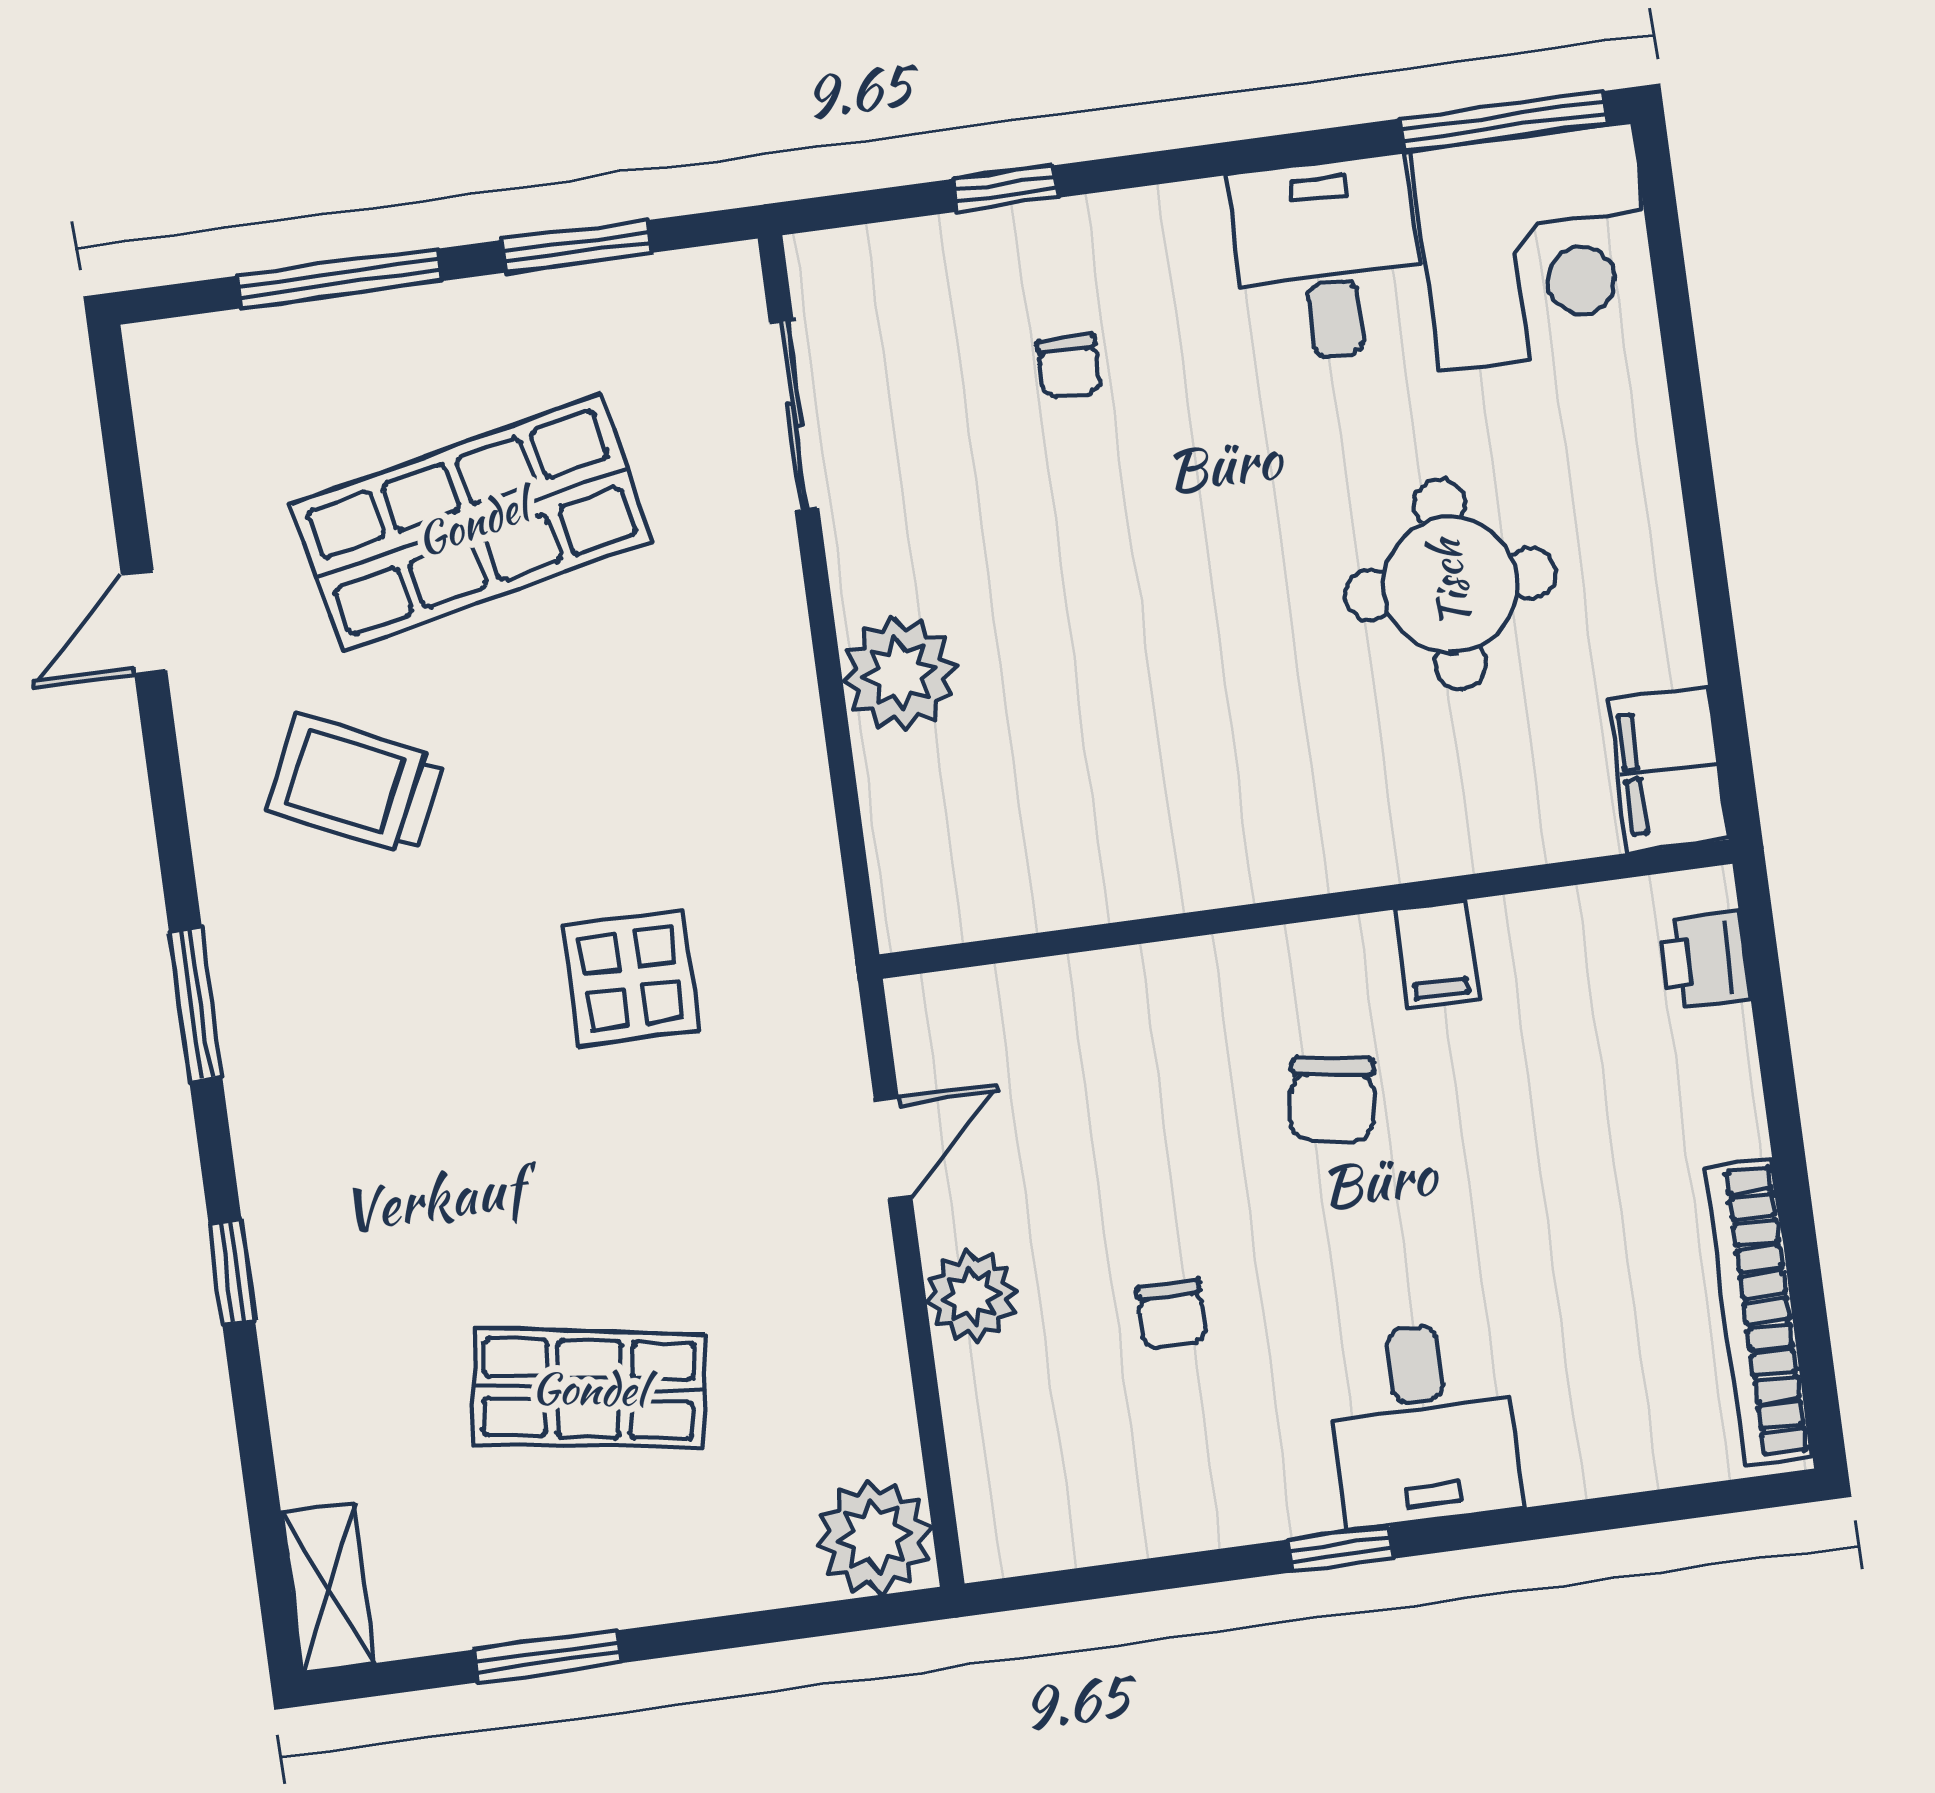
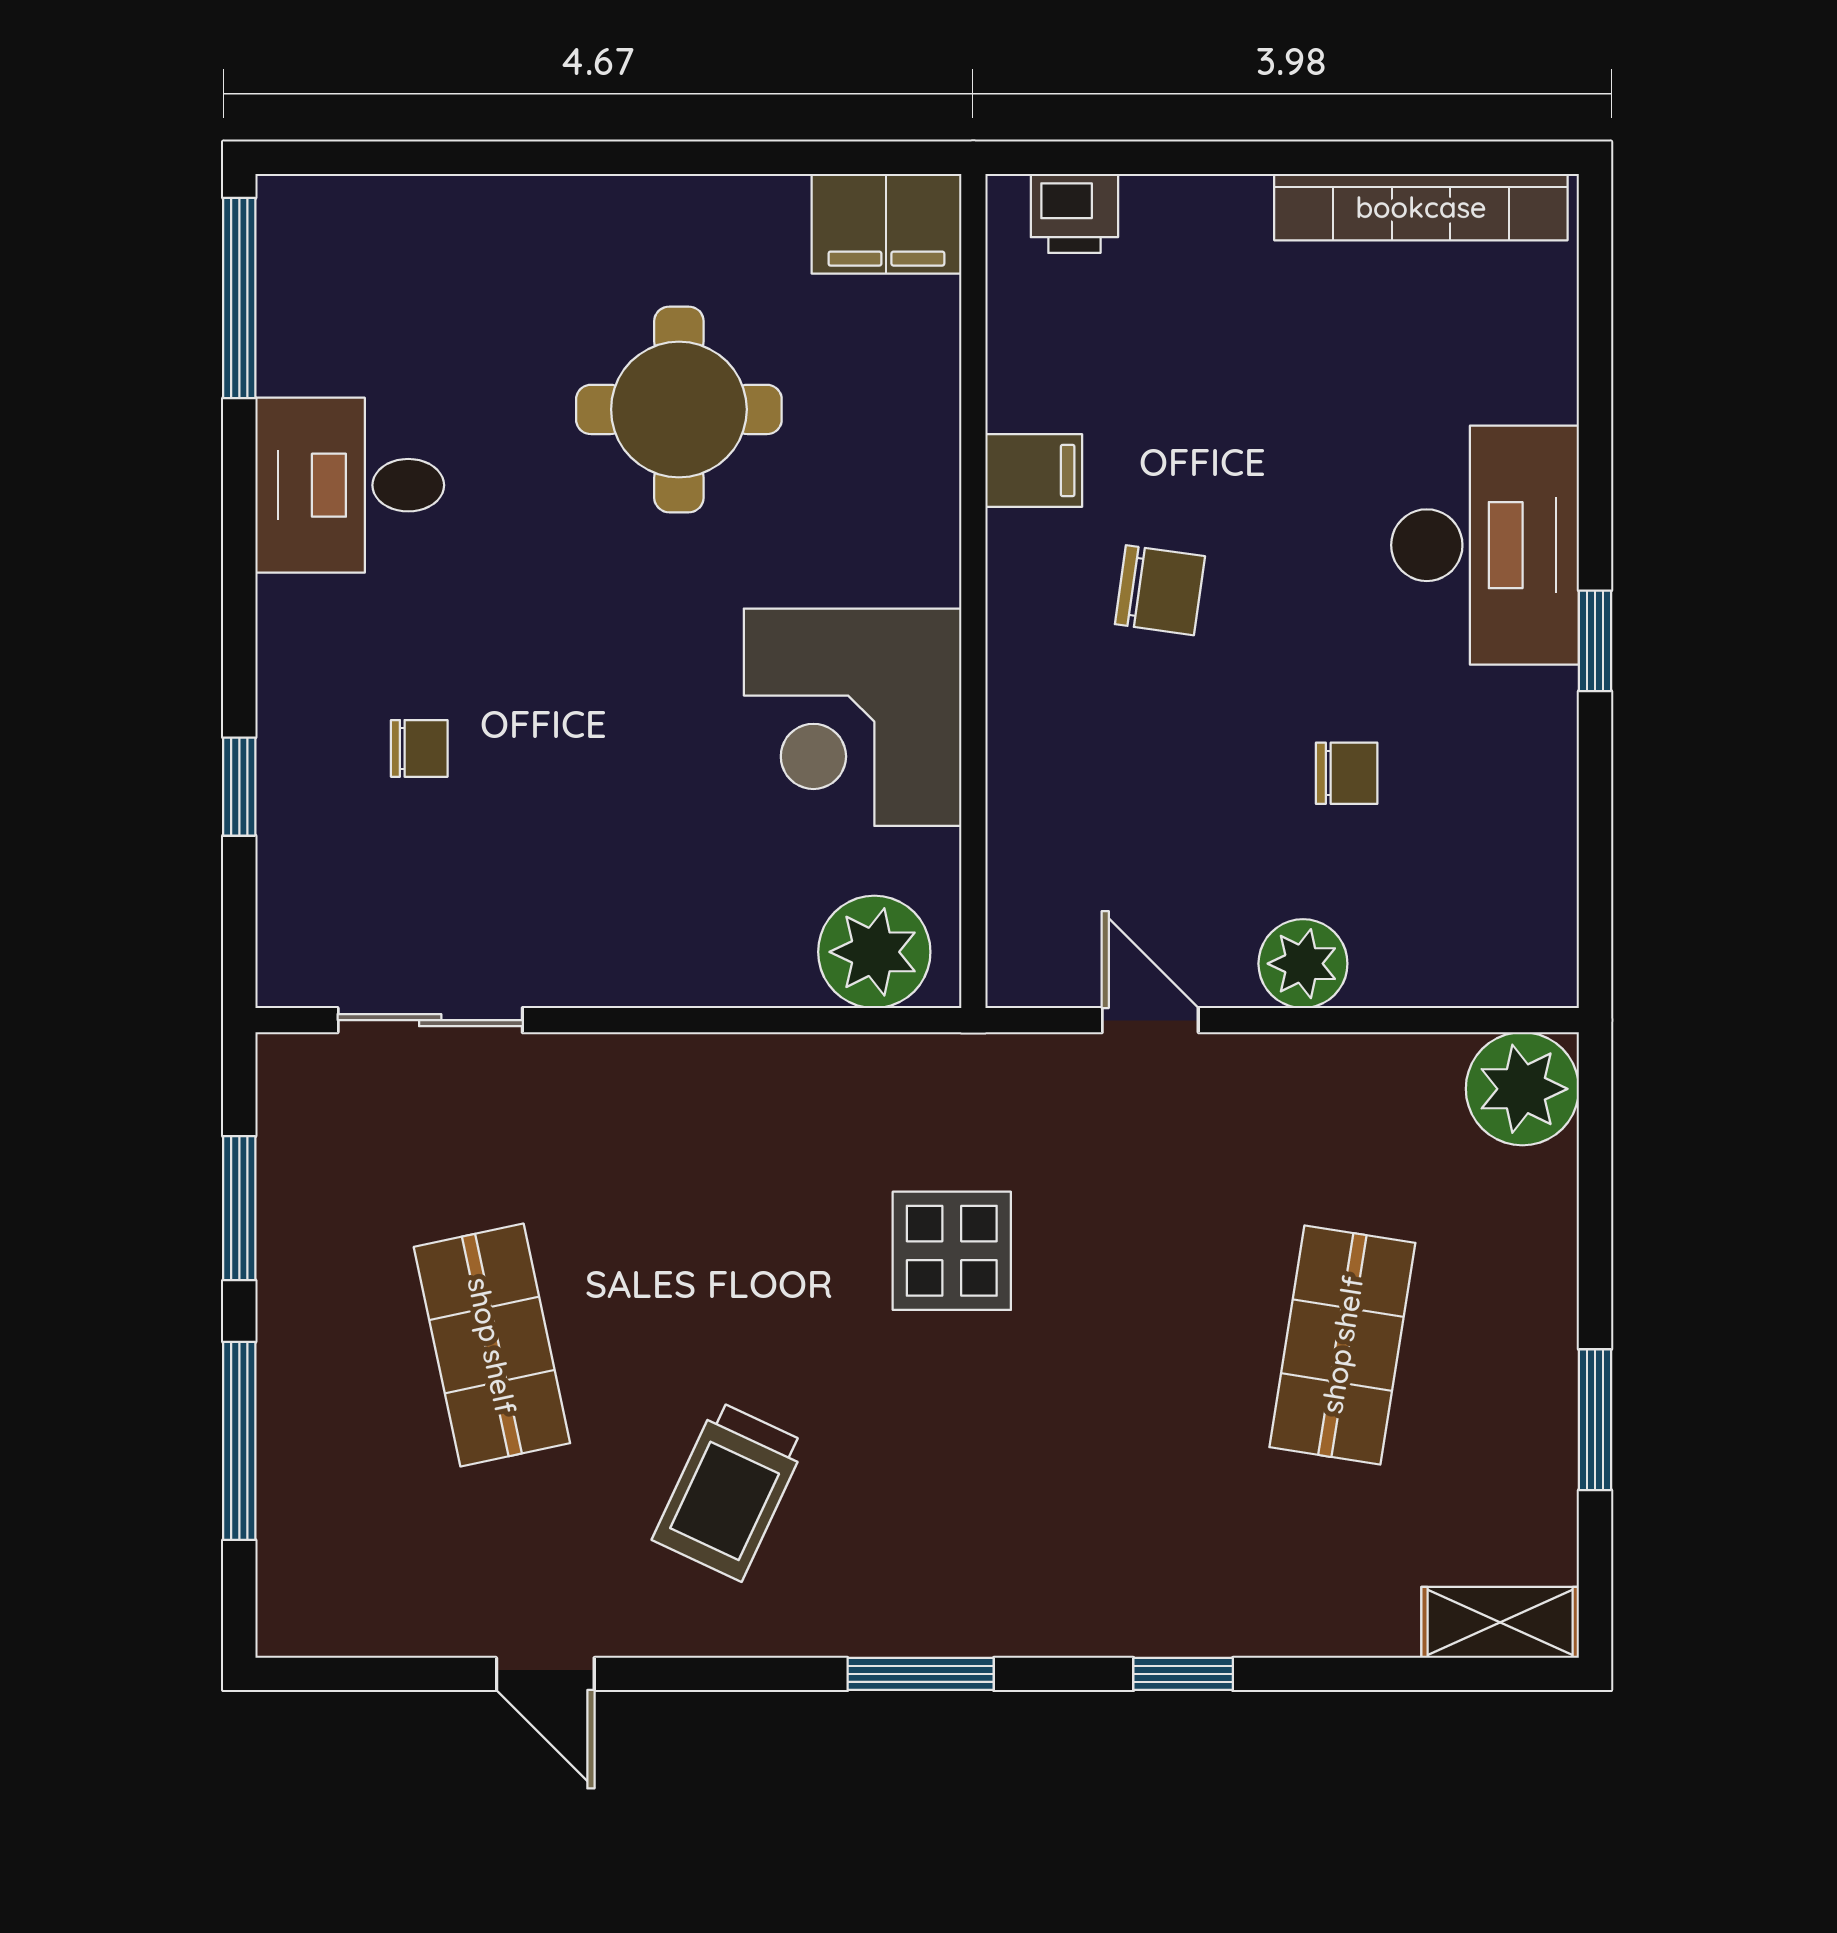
corner desk: (1536, 246) -> (853, 717), moved, turned 180
shop shelf: (472, 523) -> (492, 1345), width x0.70, depth x0.74
plant: (900, 674) -> (874, 952), moved
desk: (1423, 1424) -> (1485, 545), width x1.37

